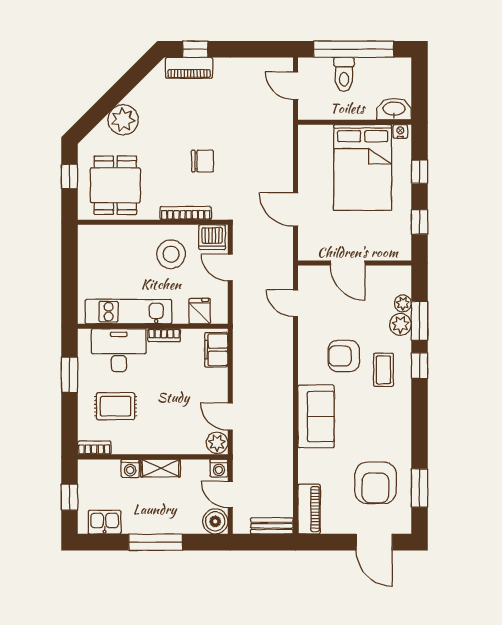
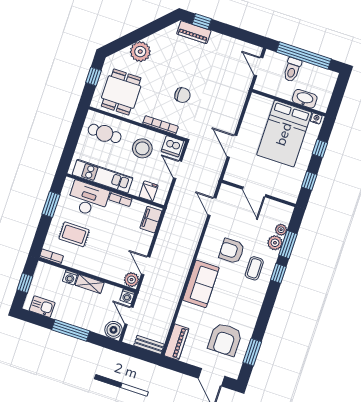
washbasin: (394, 109) -> (305, 99), moved
cafe table: (111, 251) -> (105, 133), added

